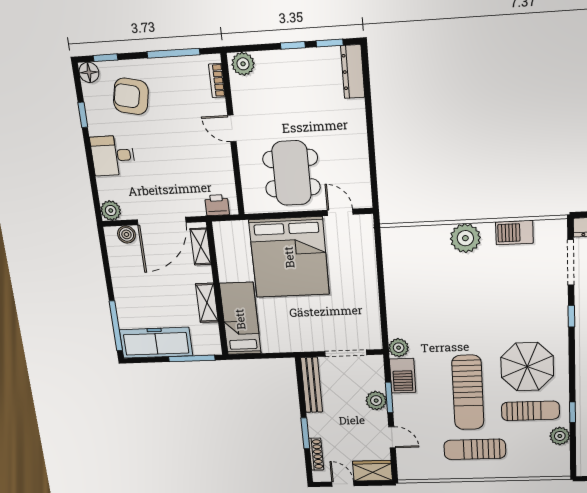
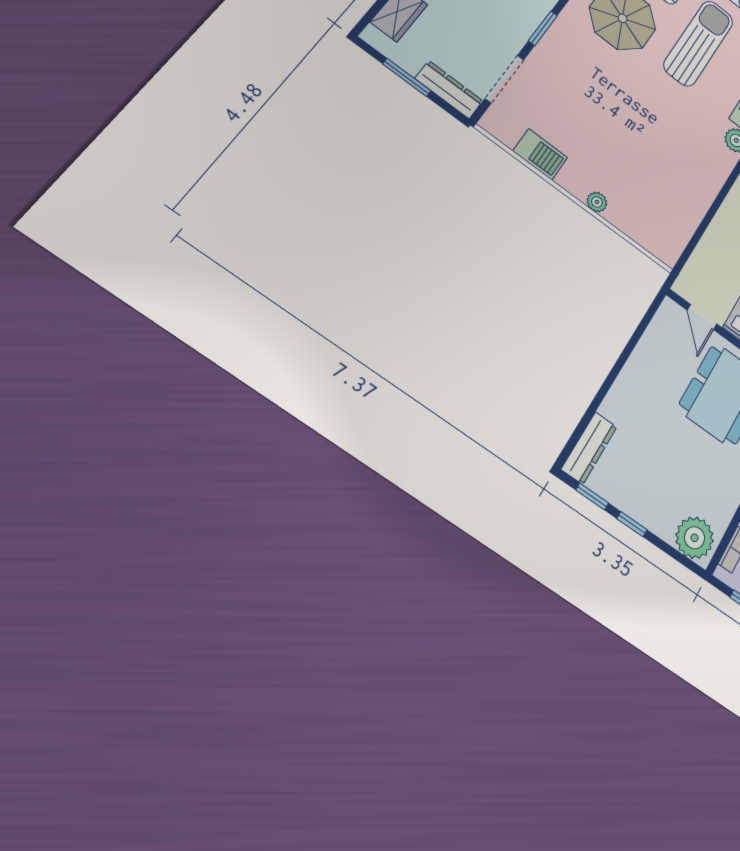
plant: (243, 64) -> (695, 538), width x1.36, depth x1.36
plant: (465, 238) -> (597, 202), width x0.53, depth x0.53
window: (571, 316) -> (543, 28), width x1.50

